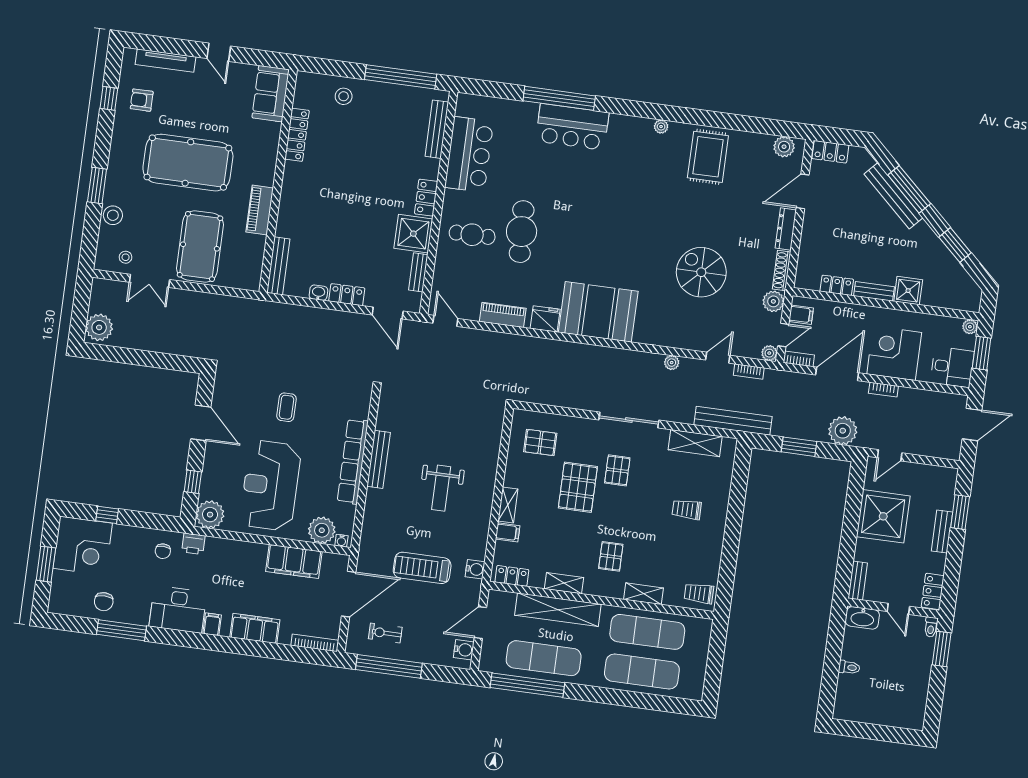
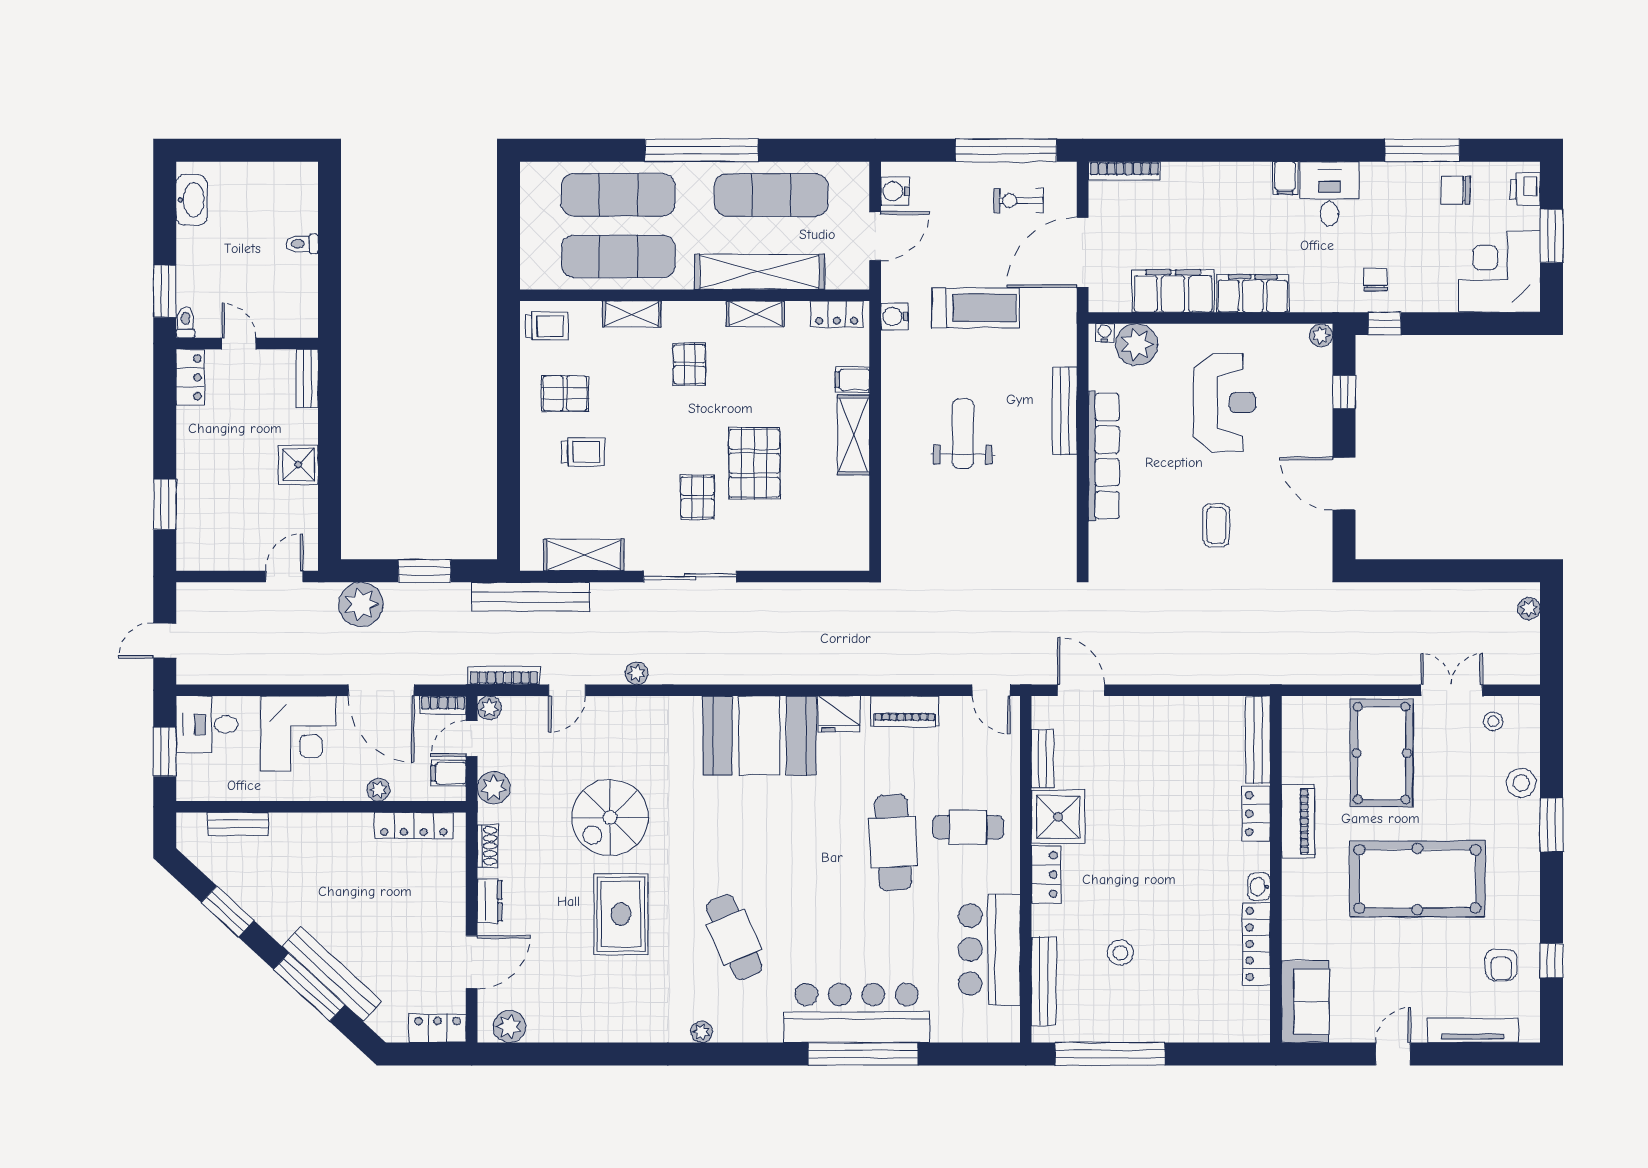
door: (219, 52) -> (1393, 1054), hinge flipped
stool: (344, 96) -> (1120, 953), moved
armchair: (142, 100) -> (1501, 965), turned 90
bar counter: (572, 127) -> (857, 1013), width x1.36
rug: (708, 157) -> (621, 914), moved
cafe table: (632, 185) -> (734, 937), added
dresser: (786, 229) -> (490, 901), width x0.70
shoe rack: (782, 270) -> (488, 846), width x0.70
spiral stairs: (701, 272) -> (610, 817), turned 90
locker: (837, 285) -> (414, 825), width x1.53
bench: (874, 291) -> (238, 824), moved
shower: (908, 291) -> (290, 832), removed
washbasin: (318, 293) -> (1259, 887), moved, turned 90
locker: (347, 295) -> (1256, 814), moved, turned 90
plant: (99, 327) -> (1529, 609), width x0.53, depth x0.53
plant: (970, 327) -> (379, 790), moved
bookcase: (749, 372) -> (504, 675), width x1.56
door: (837, 374) -> (381, 690), hinge flipped
bookcase: (883, 390) -> (307, 676), removed
door: (972, 425) -> (165, 641), width x0.73
pallet: (540, 442) -> (565, 394), moved
bench: (379, 459) -> (1065, 411), moved
reception desk: (270, 485) -> (1225, 402), width x0.74, depth x0.77
shelving: (508, 505) -> (853, 435), width x1.50, depth x1.33
window: (107, 515) -> (1385, 324), moved
plant: (210, 515) -> (1321, 335), width x0.53, depth x0.53
shower: (883, 516) -> (298, 465), width x0.54, depth x0.54
bench: (942, 532) -> (188, 471), removed
printer: (193, 544) -> (1525, 189), moved, turned -90
chair: (104, 602) -> (1455, 190), turned -90
desk: (178, 609) -> (1329, 194), width x0.73
washbasin: (862, 618) -> (192, 200), moved, turned 90
filing cabinet: (255, 628) -> (1253, 293), moved, turned 180
exercise bike: (385, 633) -> (1019, 200), turned 180
window: (527, 685) -> (702, 150), moved

